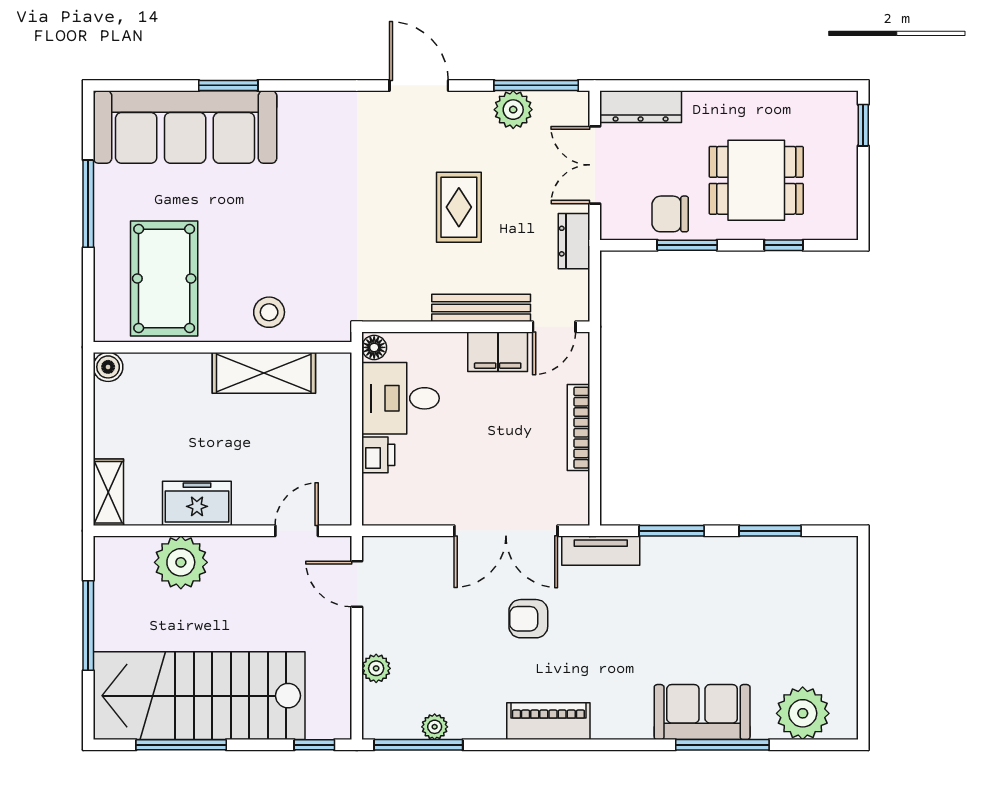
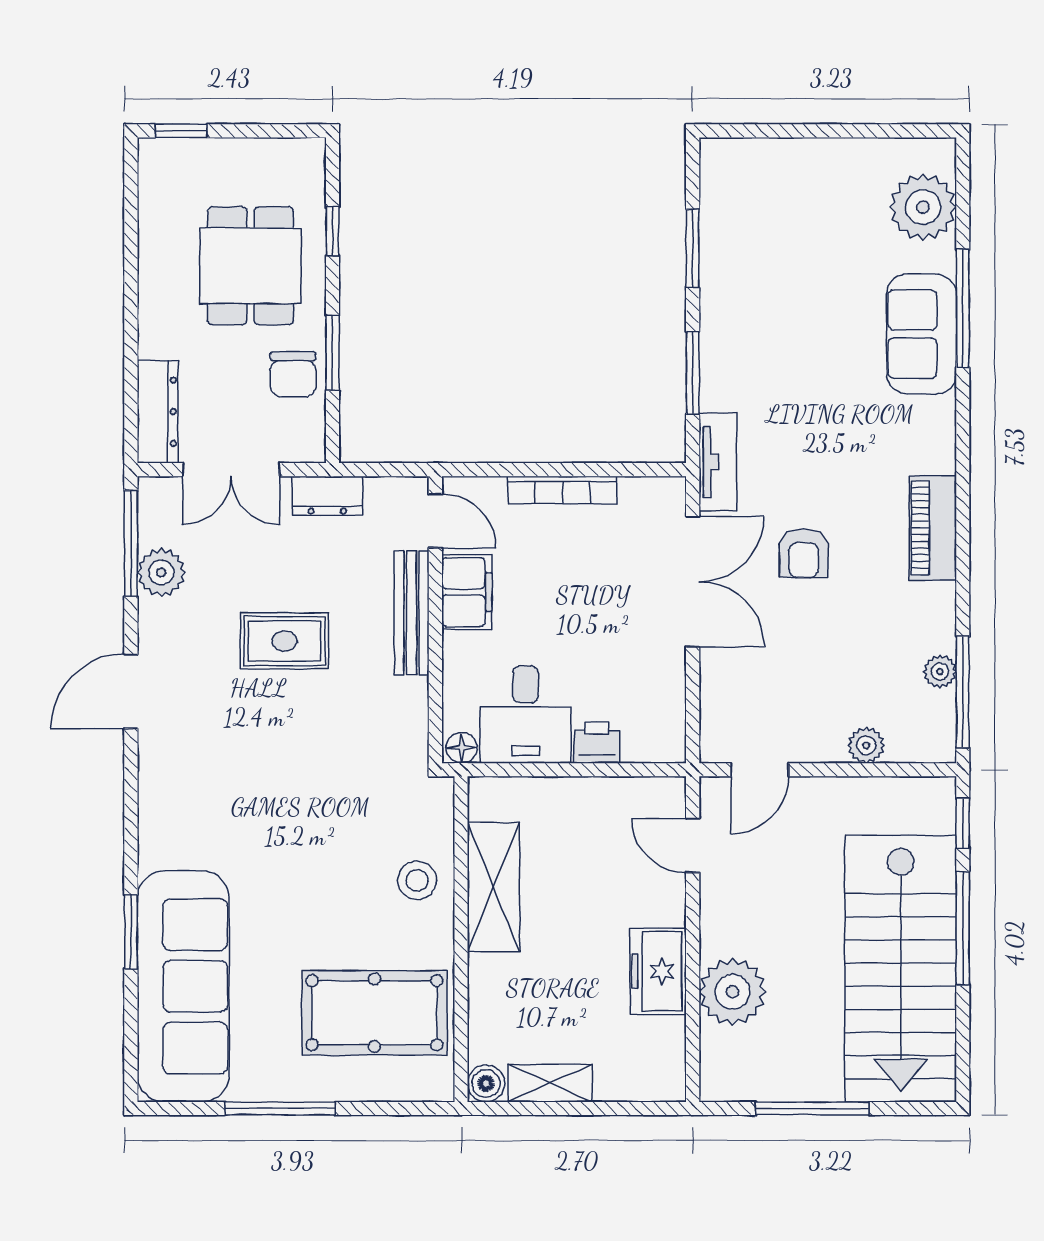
shelving: (108, 492) -> (550, 1083), moved
window: (181, 745) -> (963, 928), moved

